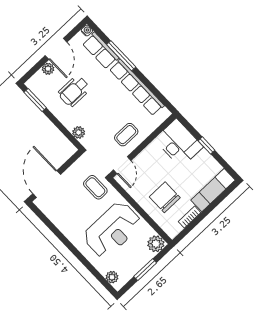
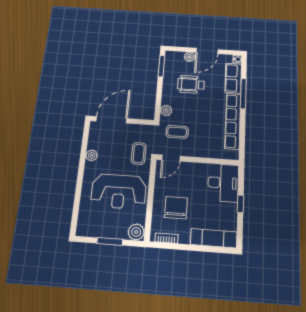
coffee table: (126, 135) -> (177, 132), moved
bookcase: (190, 217) -> (166, 238), moved
plant: (112, 277) -> (92, 155), moved

